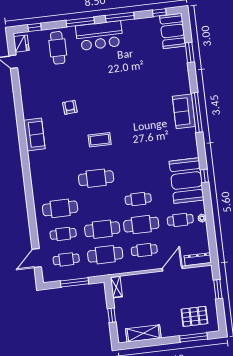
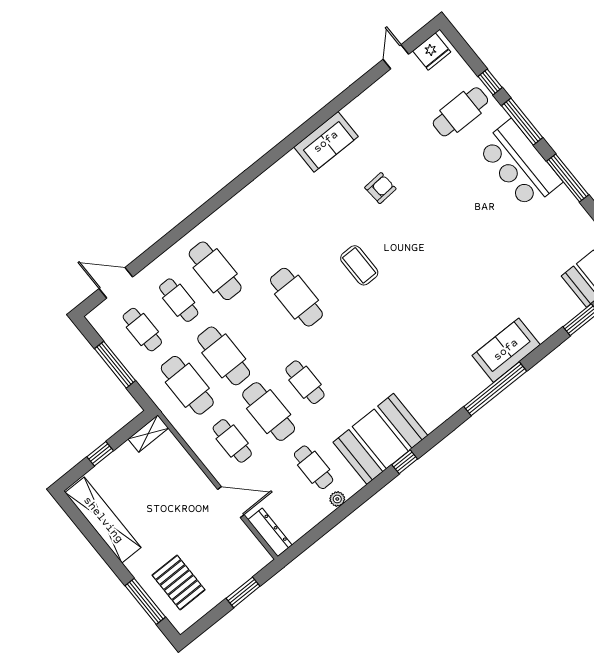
window: (35, 27) -> (490, 82), moved
sofa: (184, 111) -> (506, 350), moved
sofa: (34, 134) -> (326, 142), moved
shelving: (143, 333) -> (103, 520), width x1.47

